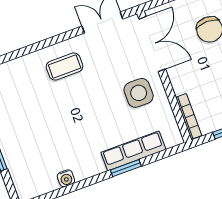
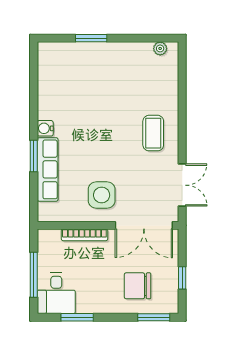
bookcase: (189, 116) -> (84, 235), moved
water cooler: (66, 178) -> (45, 128), moved

